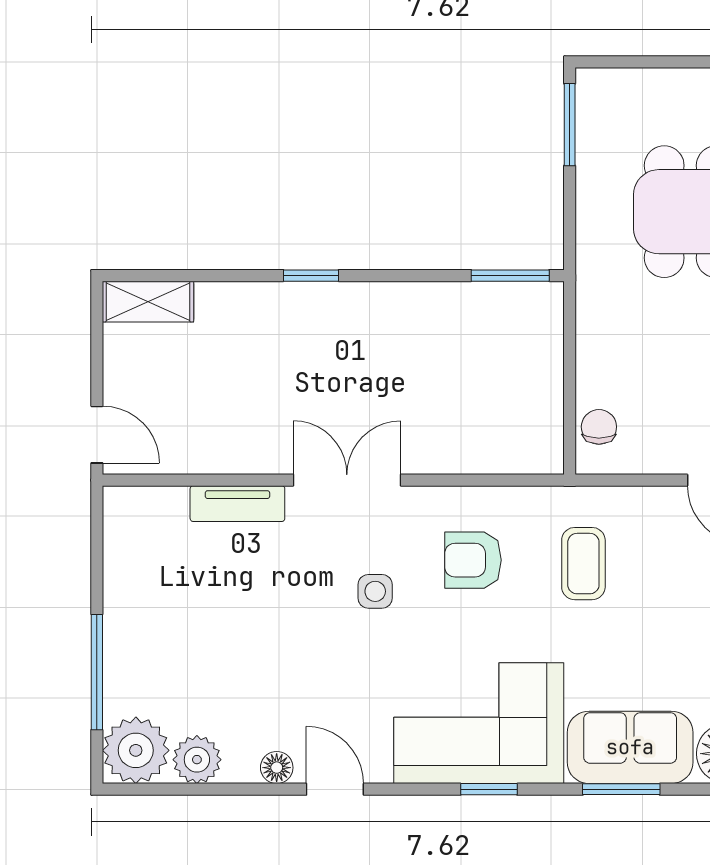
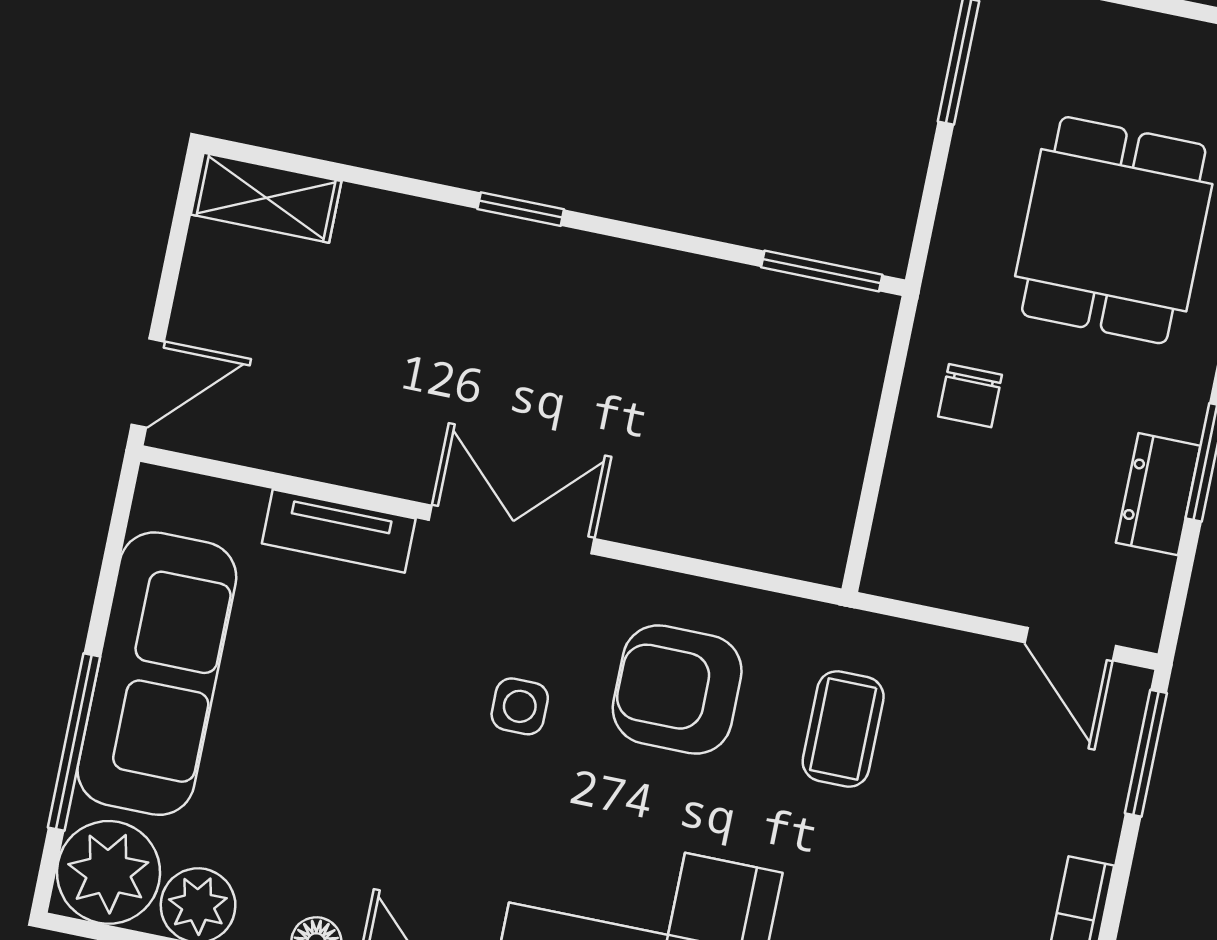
chair: (599, 427) -> (970, 396), moved, turned 180
door: (97, 435) -> (148, 383), hinge flipped
armchair: (473, 560) -> (677, 690), width x1.38, depth x1.38
sofa: (141, 618) -> (157, 674), added

